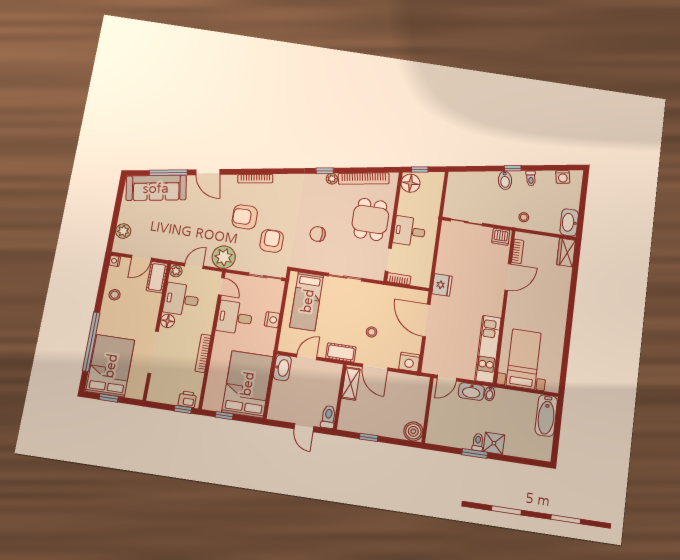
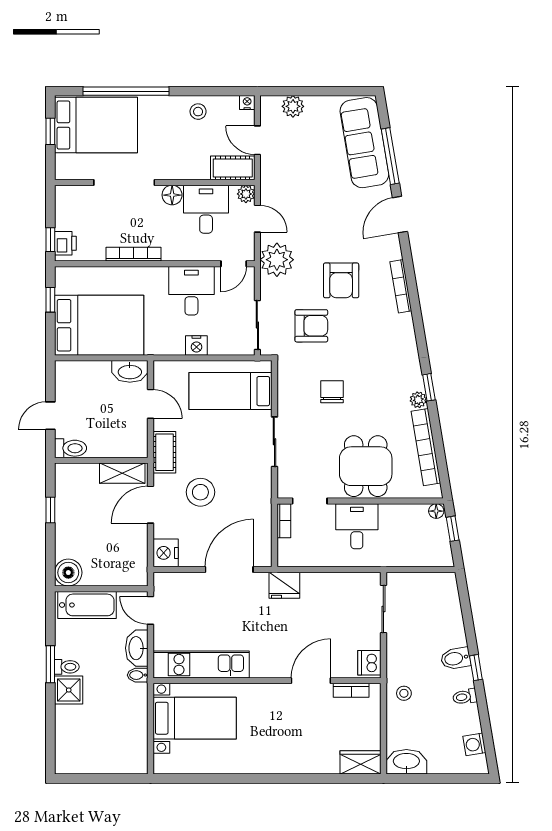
floor lamp: (410, 183) -> (436, 511), width x0.53, depth x0.53
armchair: (245, 217) -> (341, 280), turned 180
dining table: (370, 219) -> (366, 466), turned 90
door: (508, 277) -> (311, 681), swing flipped
stool: (372, 332) -> (200, 492), width x1.89, depth x1.89
bathtub: (546, 416) -> (87, 605), moved, turned 180

